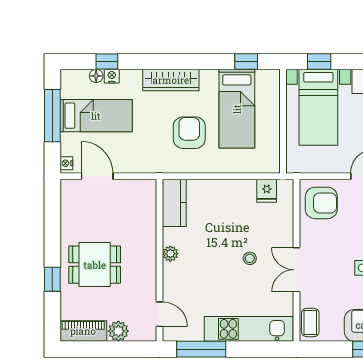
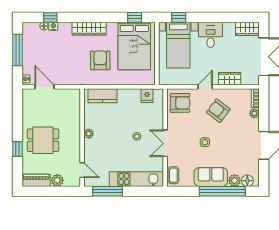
bed: (237, 109) -> (134, 46), width x1.50
bed: (96, 116) -> (44, 50), removed
kitchen counter: (174, 203) -> (103, 96), moved, turned 90

